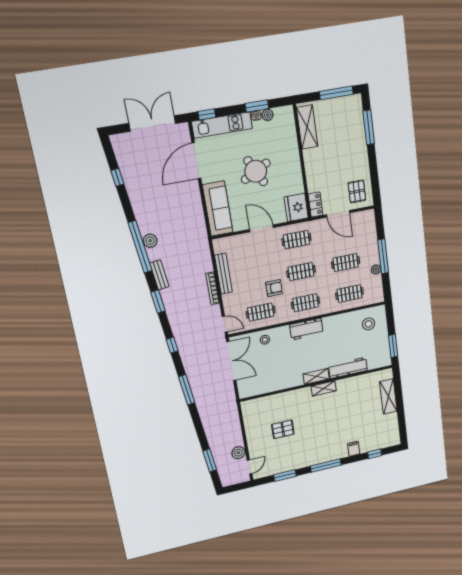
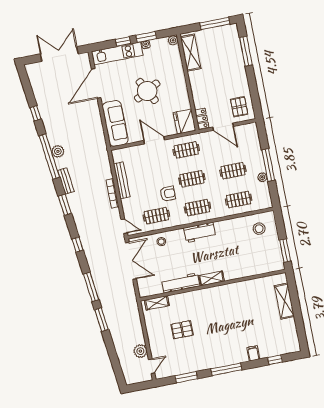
window: (207, 114) -> (123, 41), moved
plant: (268, 115) -> (173, 40), moved
window: (117, 177) -> (35, 113), moved
workbench: (348, 368) -> (181, 283), moved
shelving: (324, 388) -> (157, 303), moved
window: (210, 460) -> (101, 320), moved

